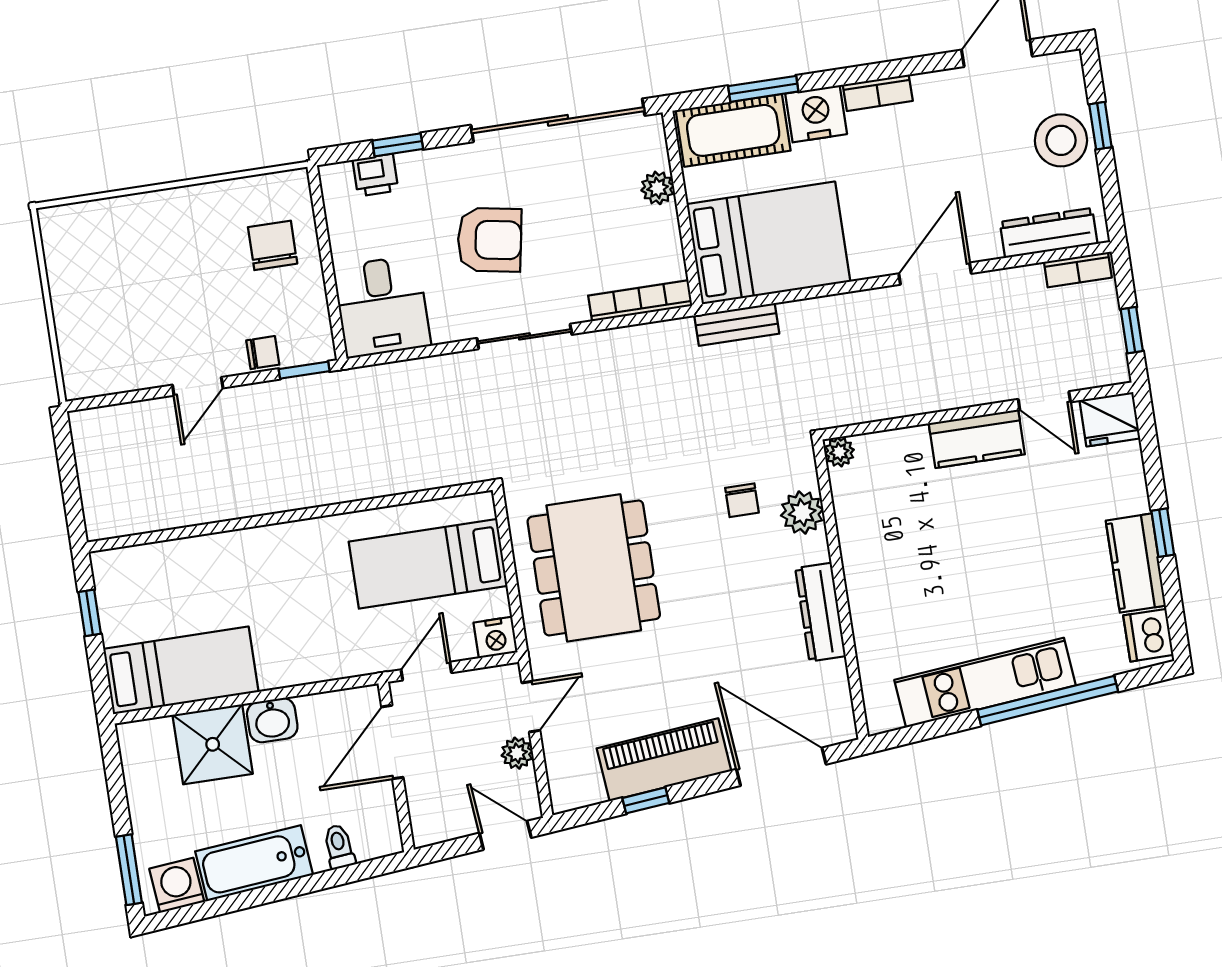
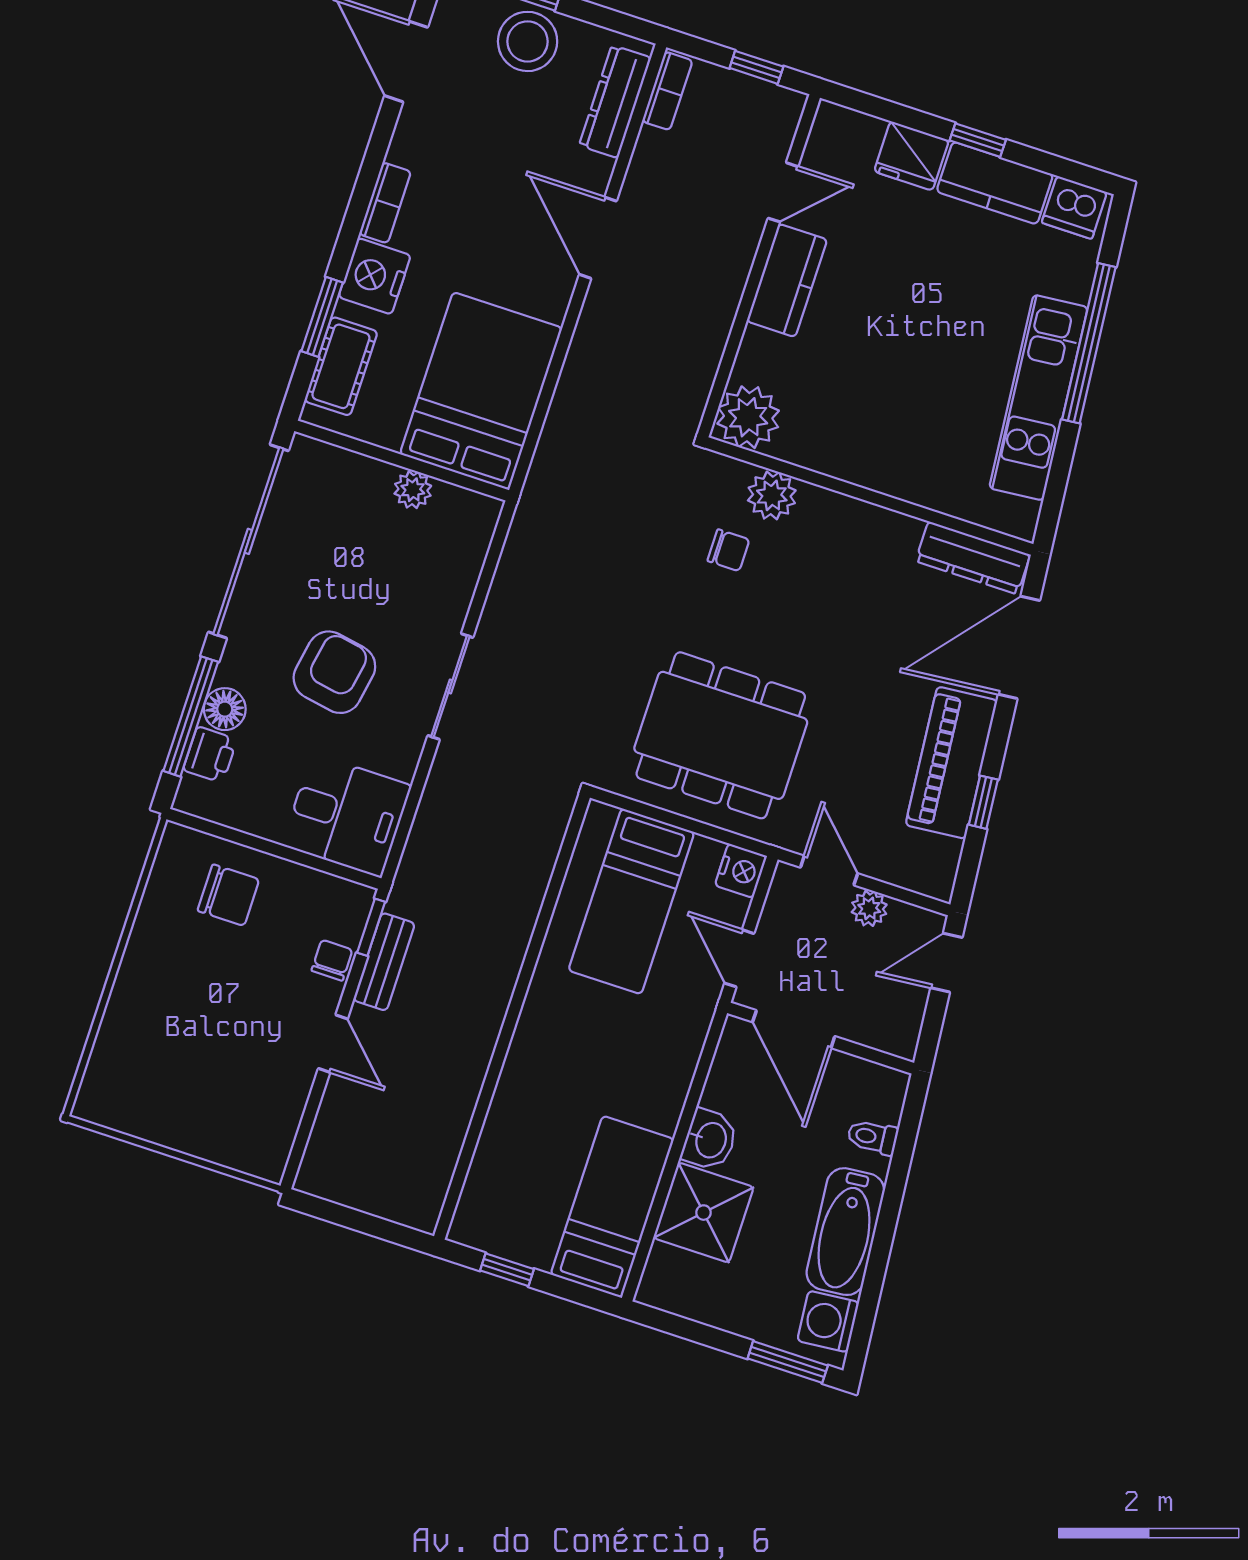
cot: (733, 130) -> (341, 366), width x0.73, depth x0.75
window: (398, 145) -> (191, 716), width x2.17
floor lamp: (417, 168) -> (225, 709), added
plant: (658, 188) -> (413, 490), moved
chair: (273, 245) -> (228, 895), turned 180
bookcase: (640, 301) -> (474, 551), removed
bench: (737, 324) -> (384, 962), moved
fridge: (1110, 419) -> (911, 156), moved, turned 90
plant: (839, 452) -> (748, 417), width x1.88, depth x1.88
dresser: (820, 612) -> (973, 558), moved

